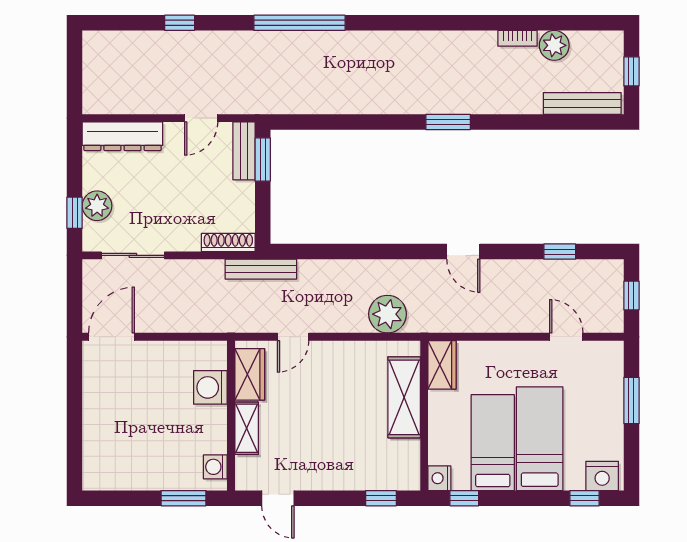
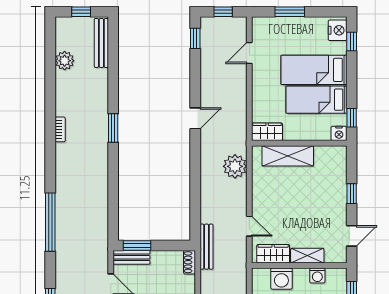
bookcase: (517, 38) -> (60, 129), moved
shoe rack: (228, 242) -> (190, 262), width x0.70
window: (560, 252) -> (195, 38), moved
washing machine: (215, 467) -> (317, 276), moved
window: (381, 498) -> (352, 194), moved

